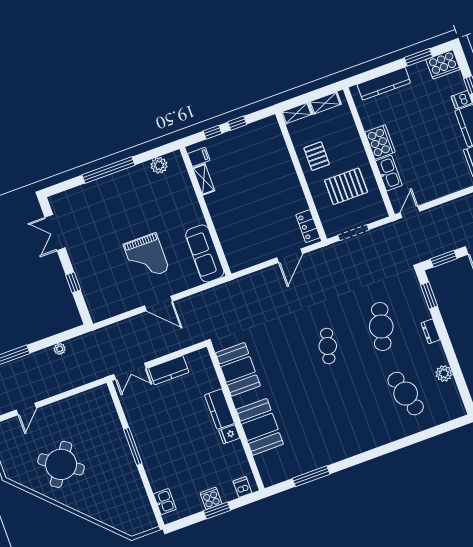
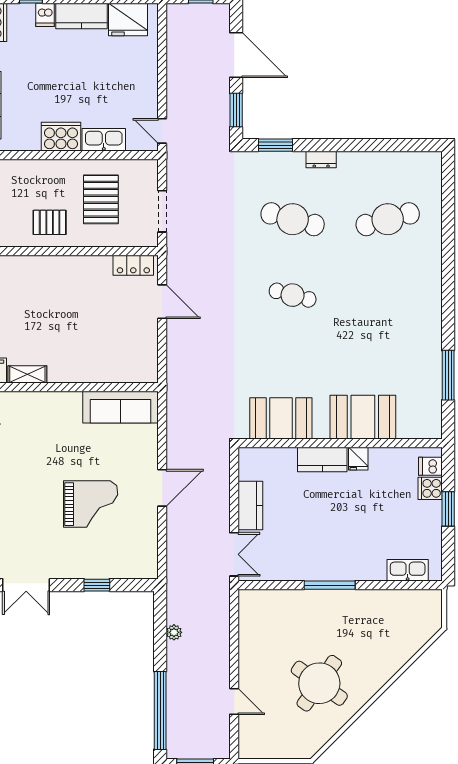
grand piano: (146, 257) -> (91, 504), moved
plant: (444, 373) -> (380, 162), removed
cooker: (211, 498) -> (430, 488), moved
kitchen sink: (165, 502) -> (408, 570), width x1.38

